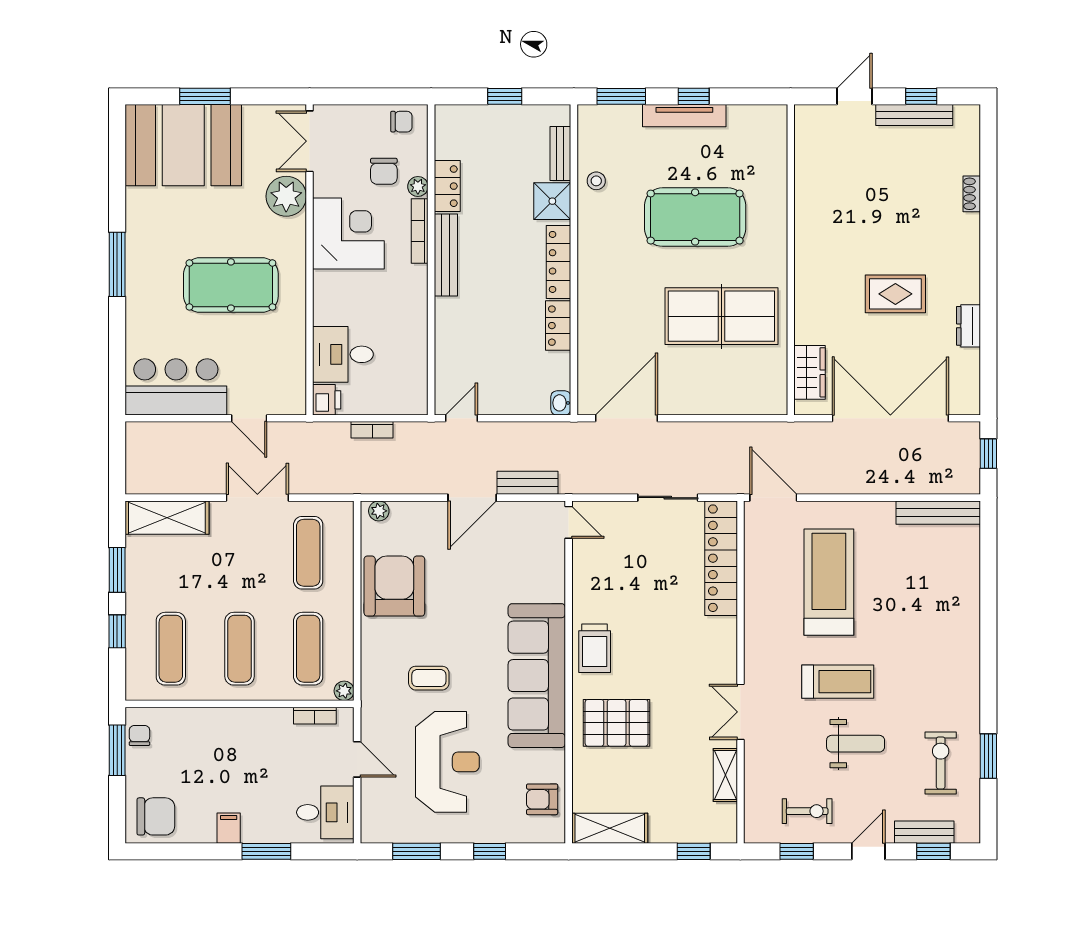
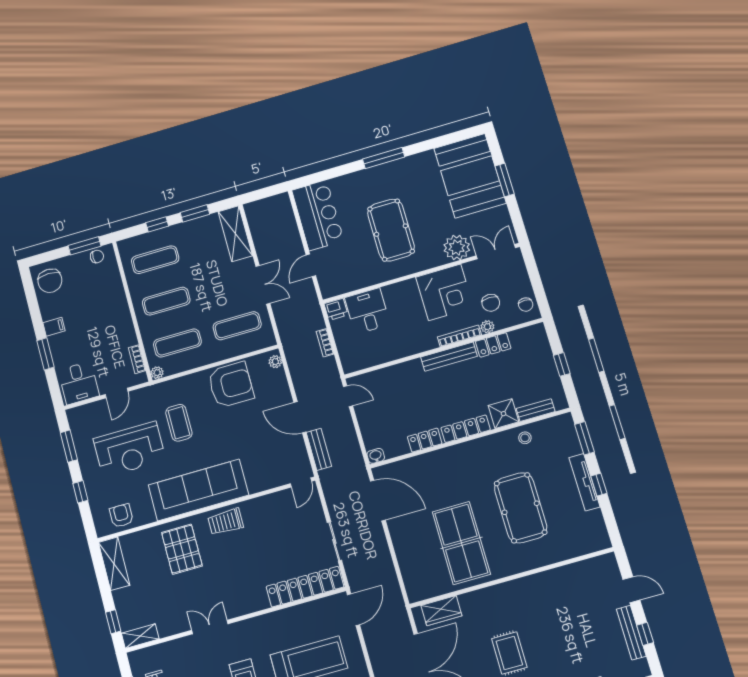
chair: (384, 171) -> (491, 303), turned -90
coffee table: (429, 678) -> (179, 423), width x1.36, depth x1.30
shelving: (725, 775) -> (140, 636), moved

